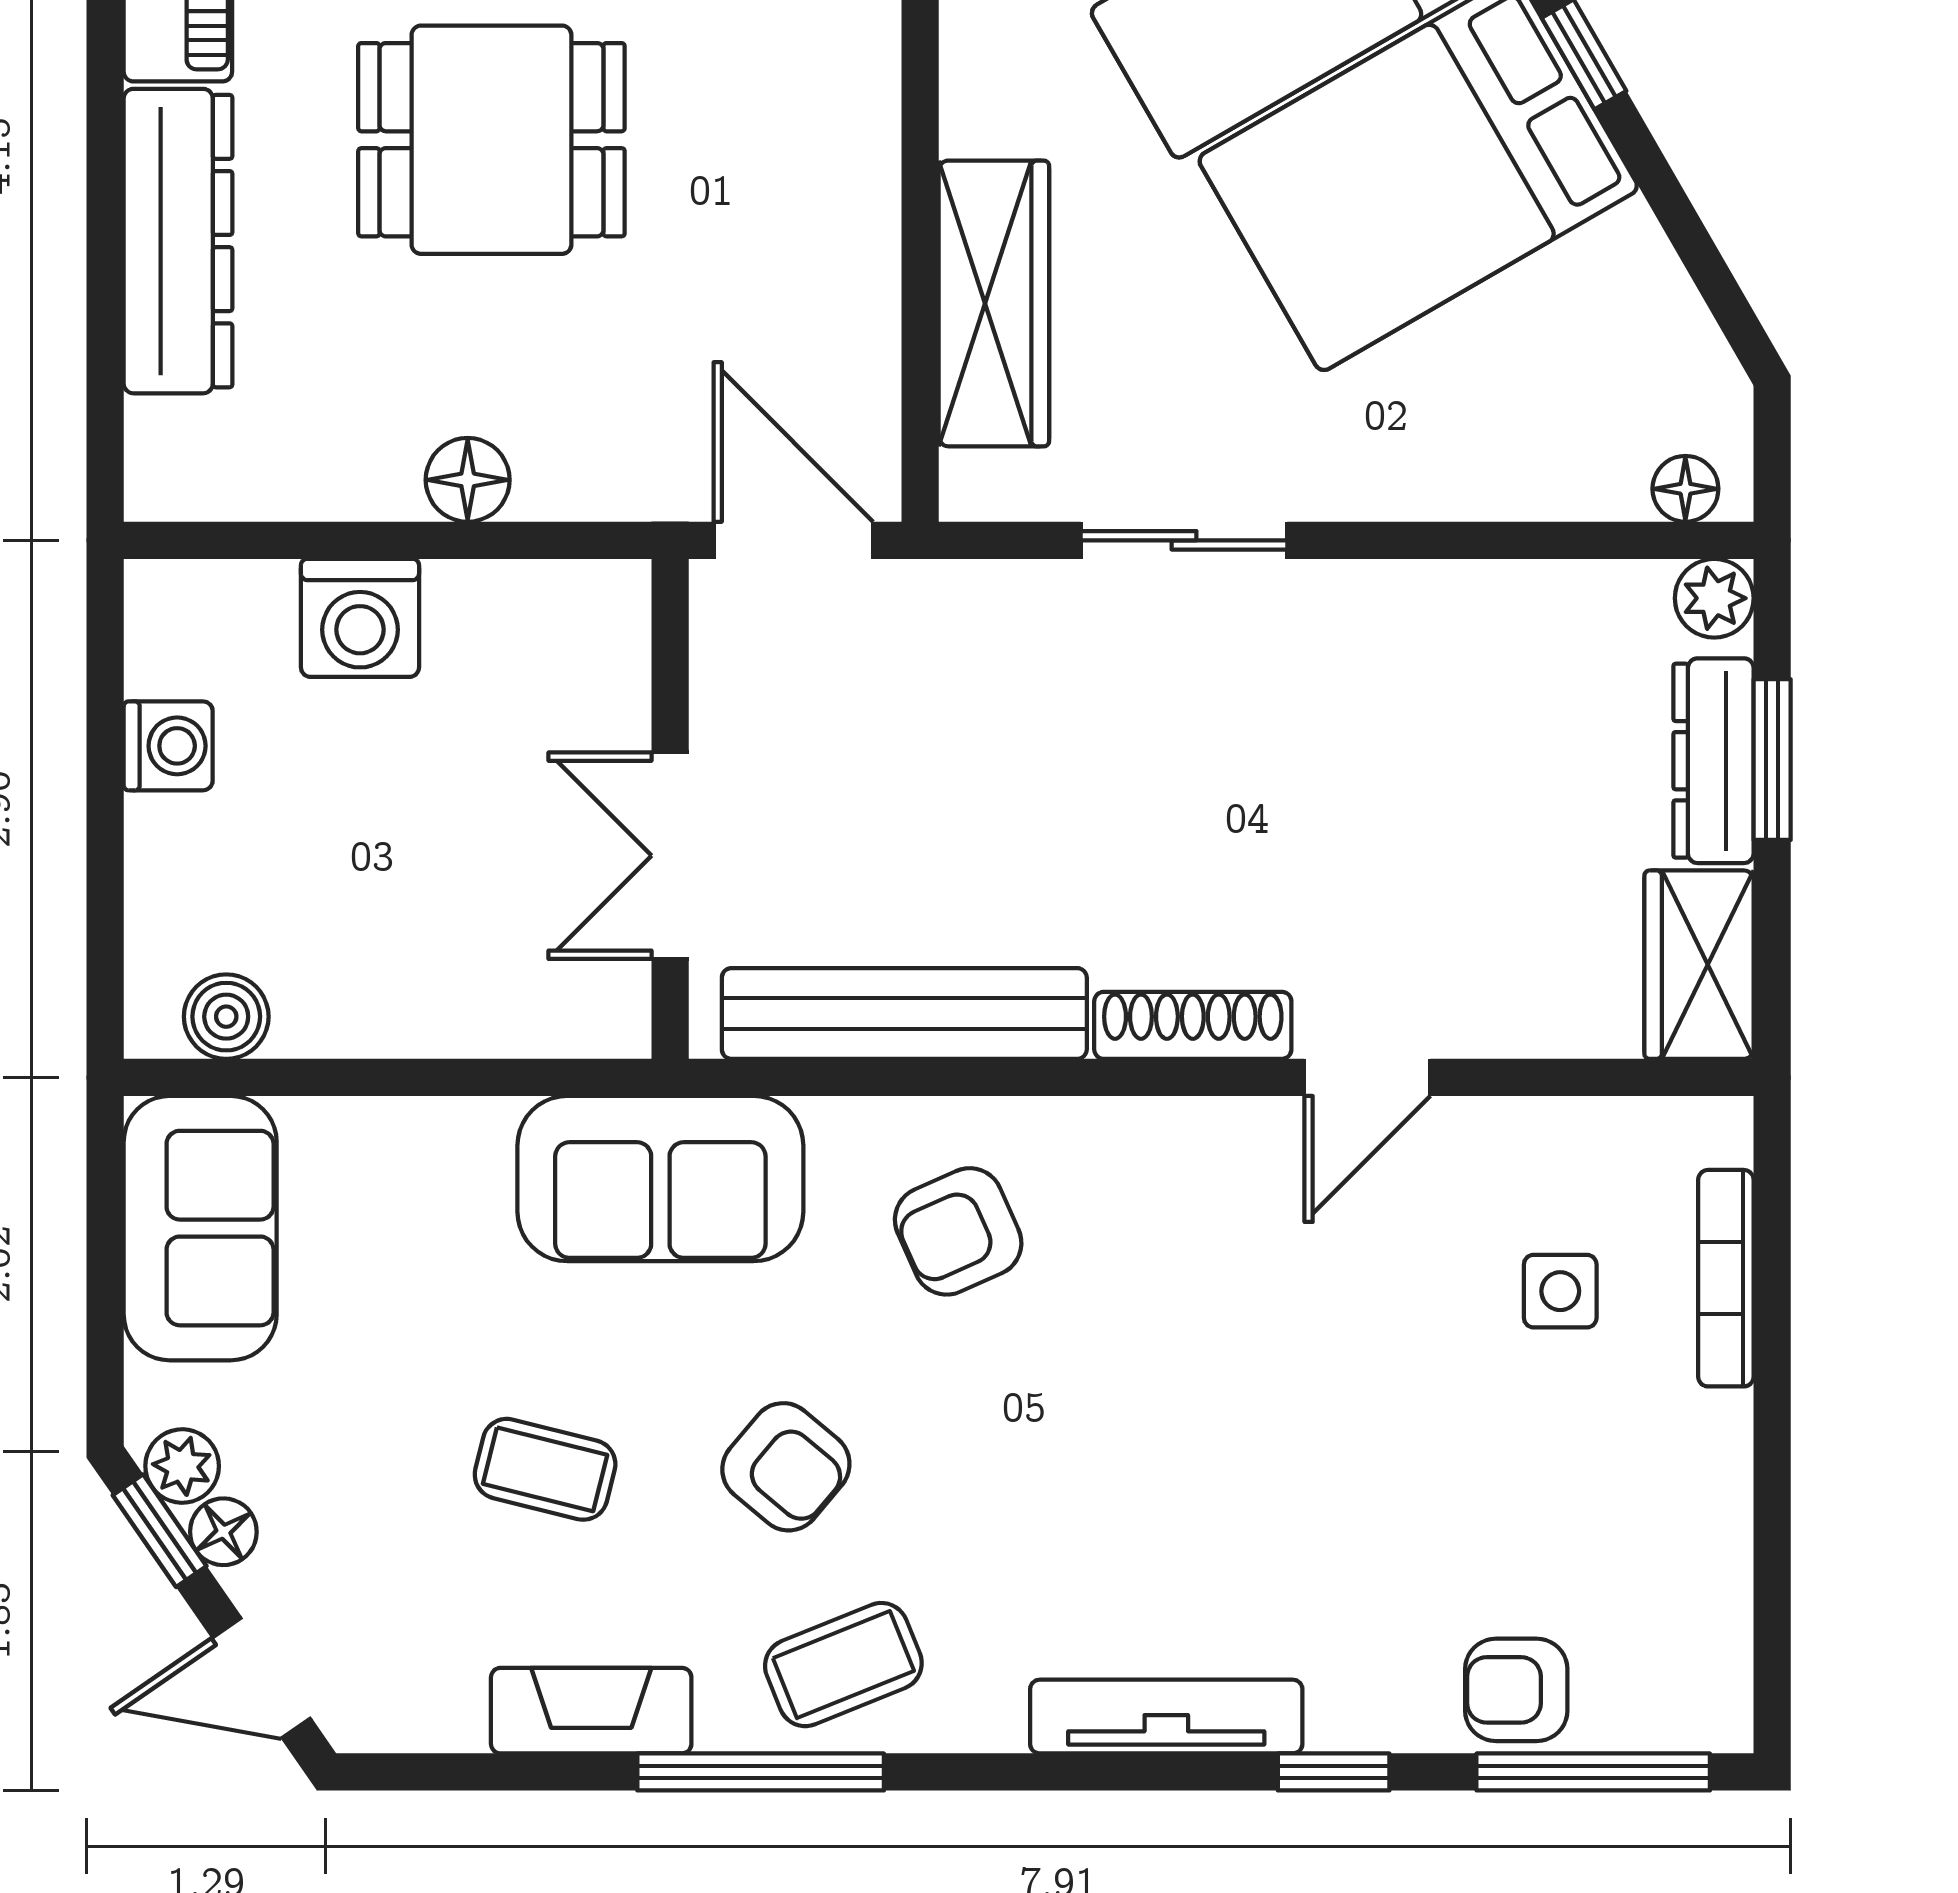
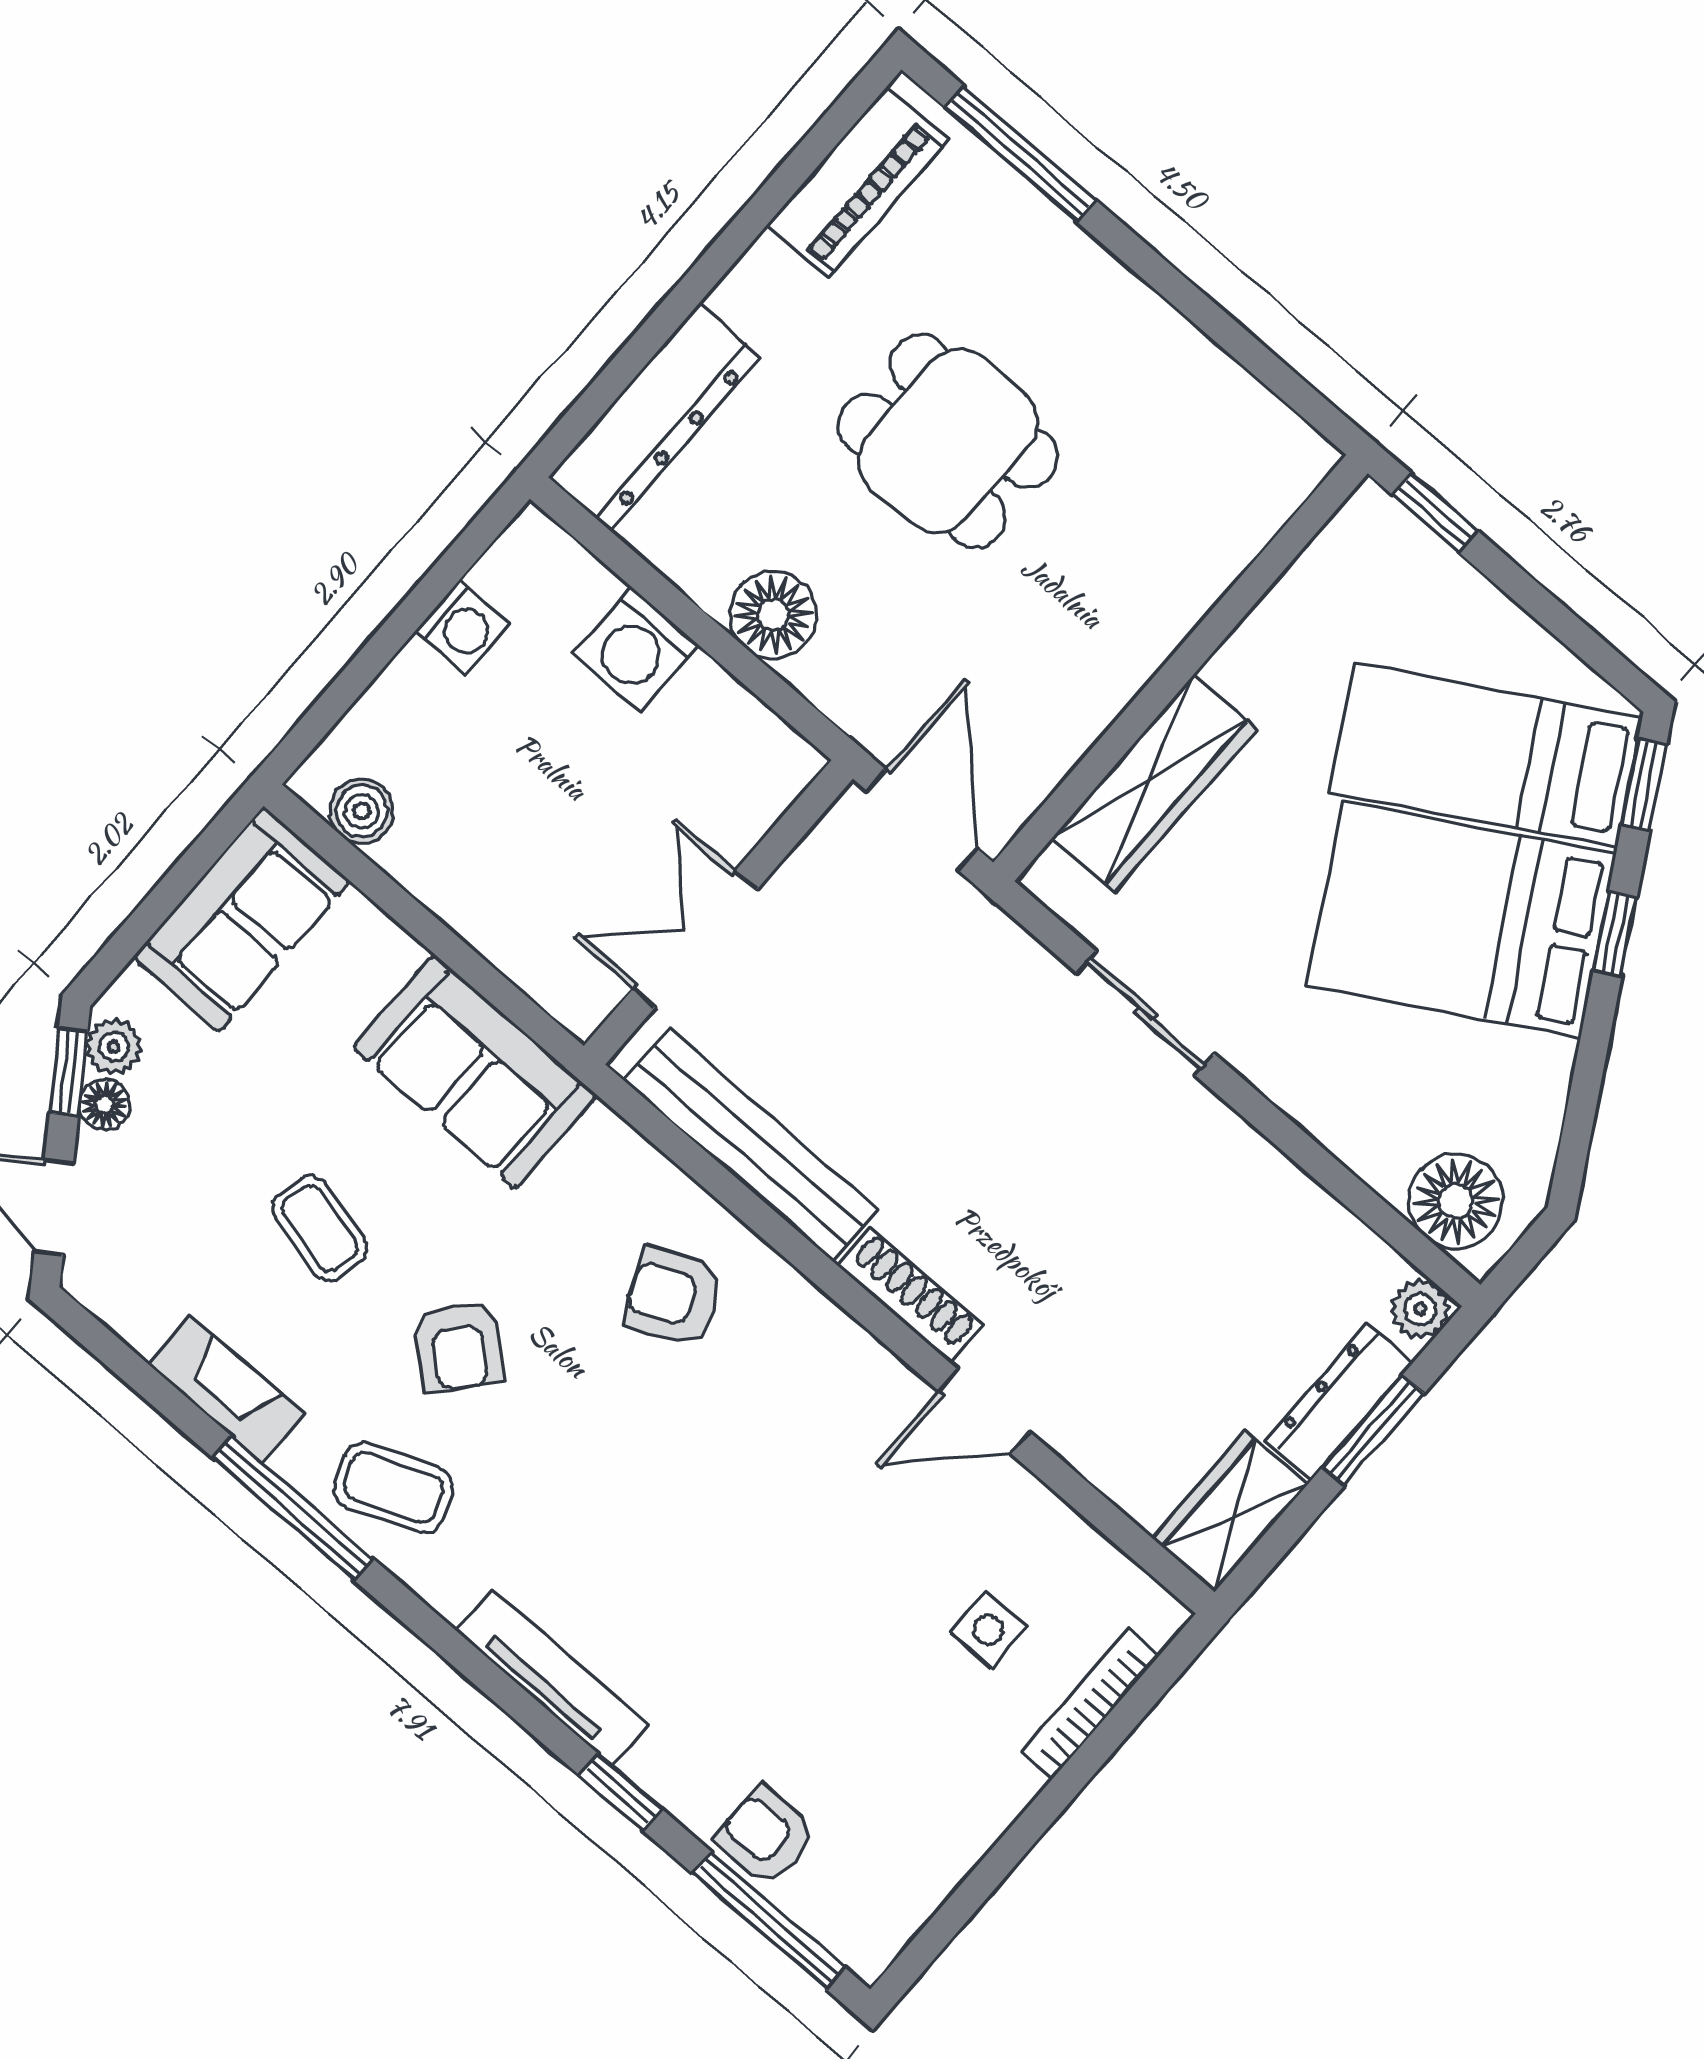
dresser: (178, 241) -> (655, 417), moved
floor lamp: (468, 480) -> (773, 615), width x1.38, depth x1.38
floor lamp: (1685, 489) -> (1456, 1201), width x1.89, depth x1.89
sofa: (660, 1179) -> (475, 1072), moved

